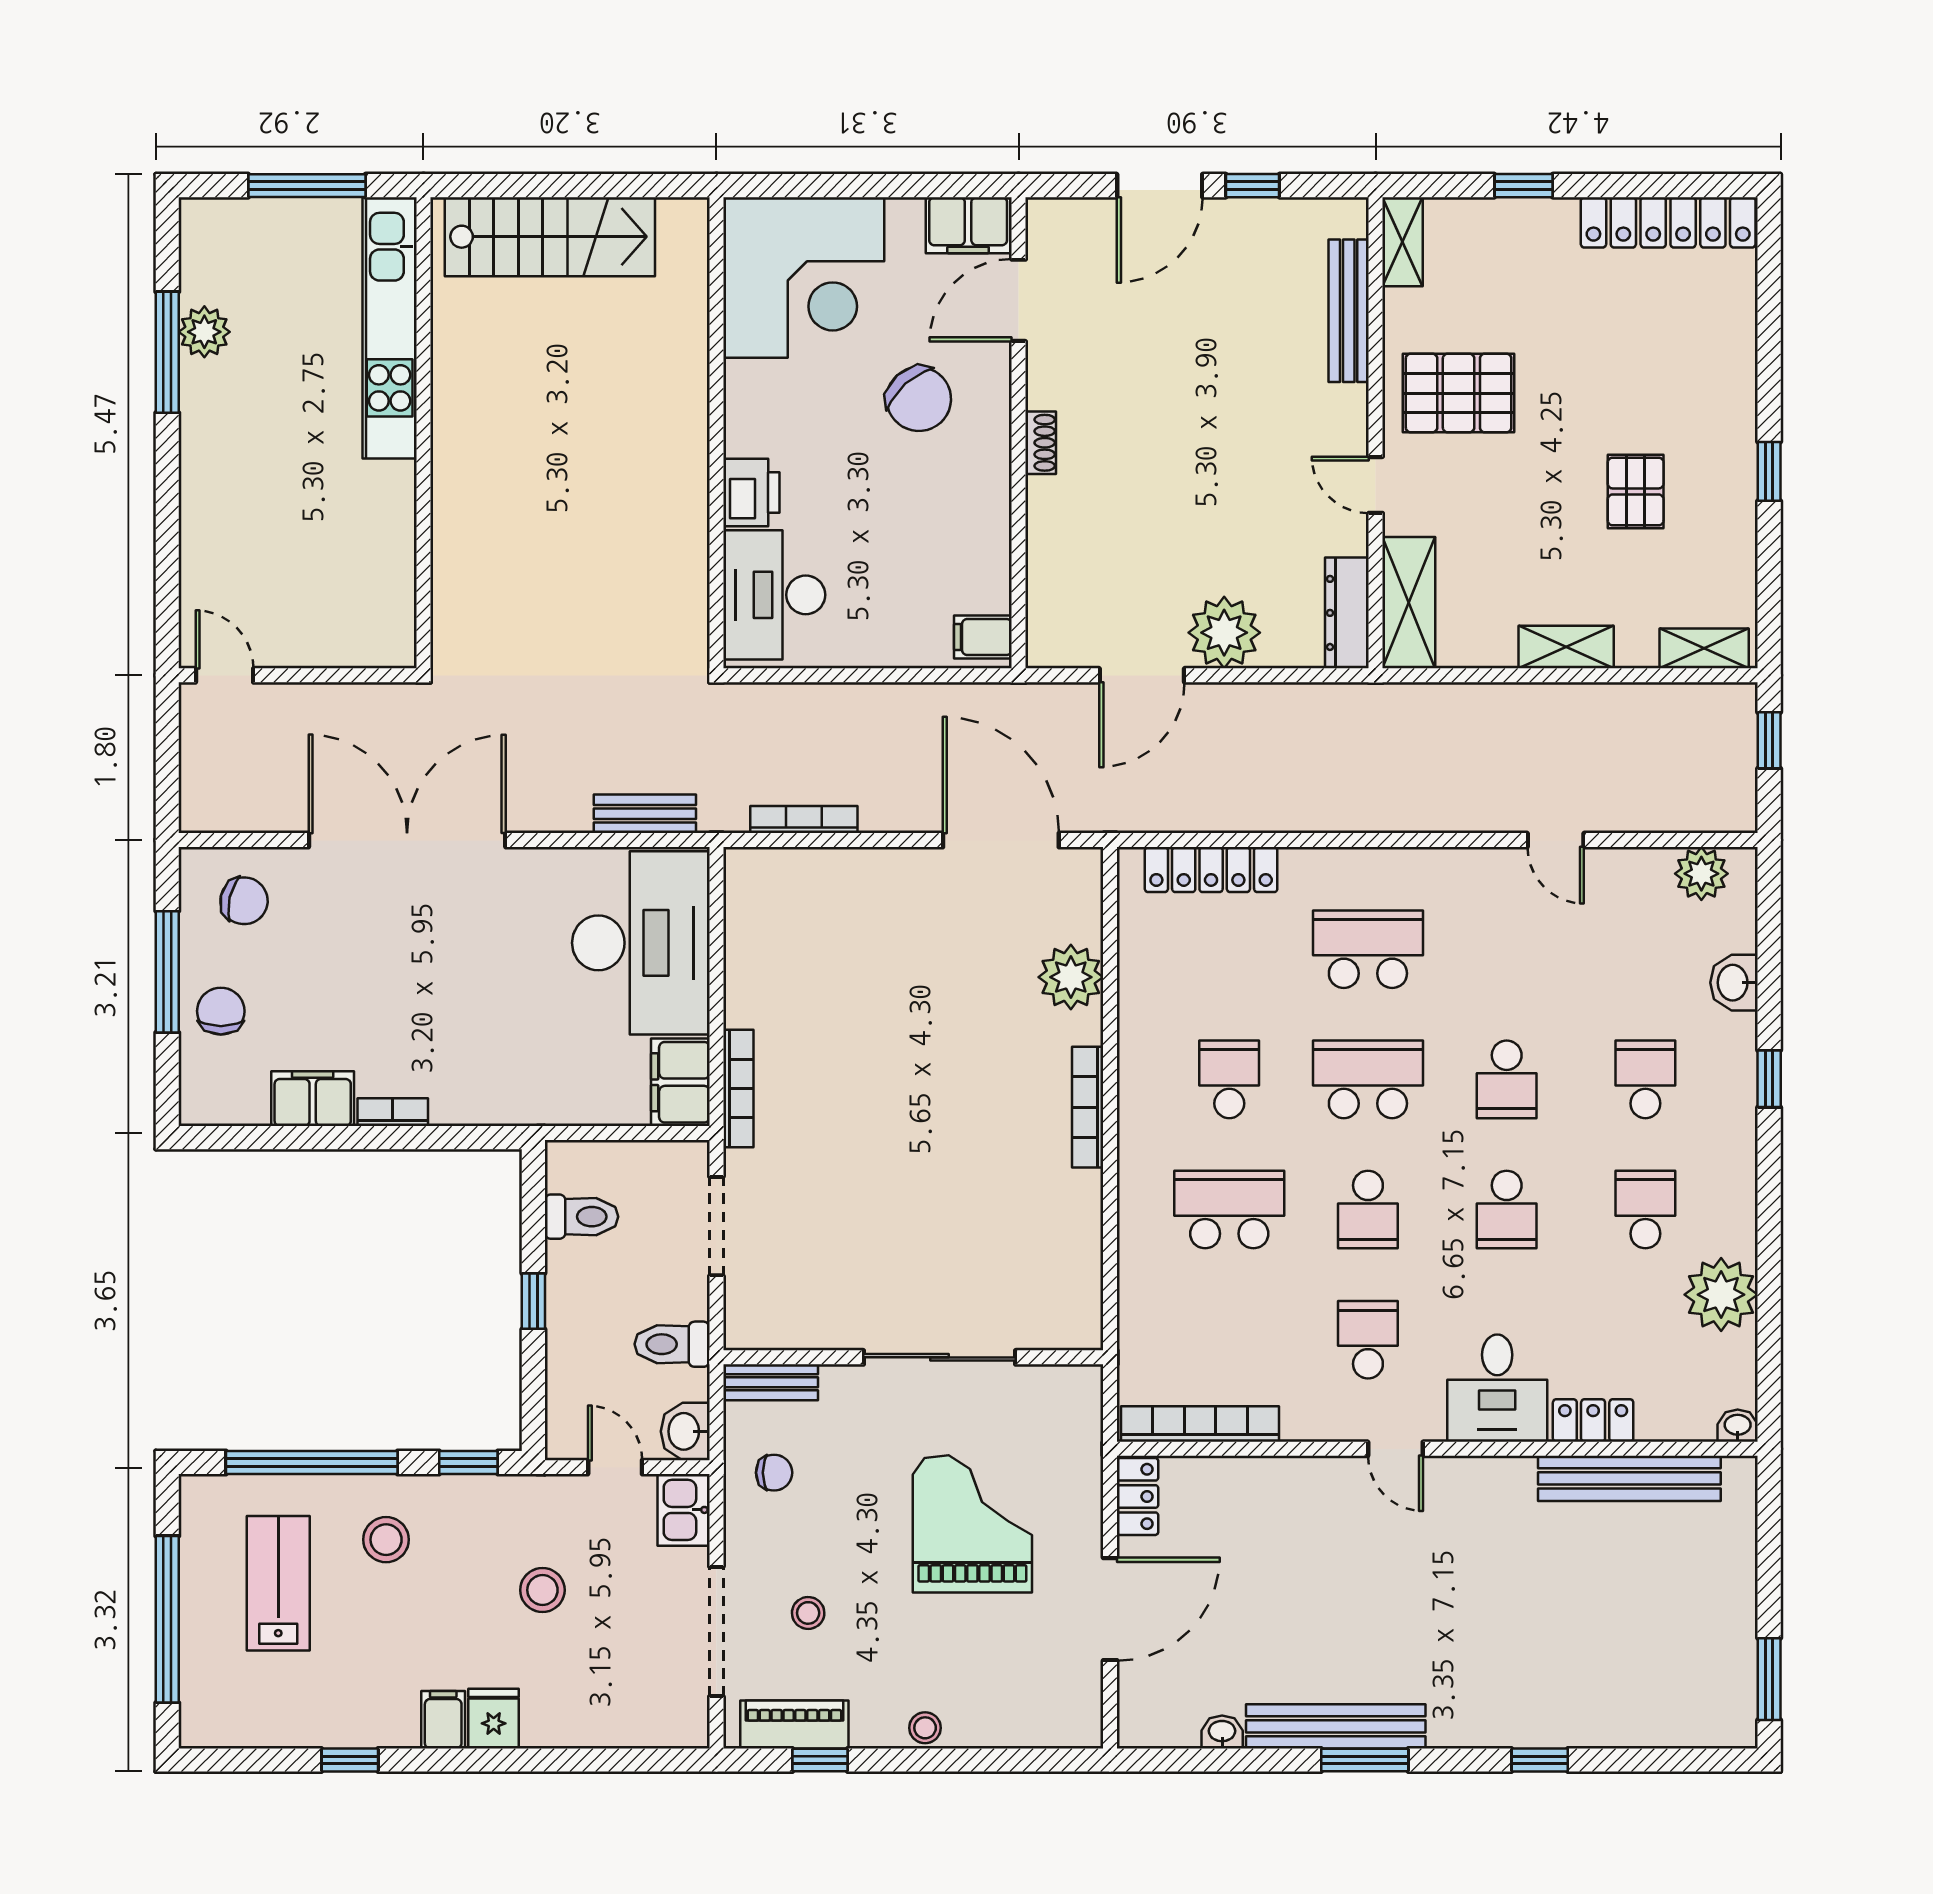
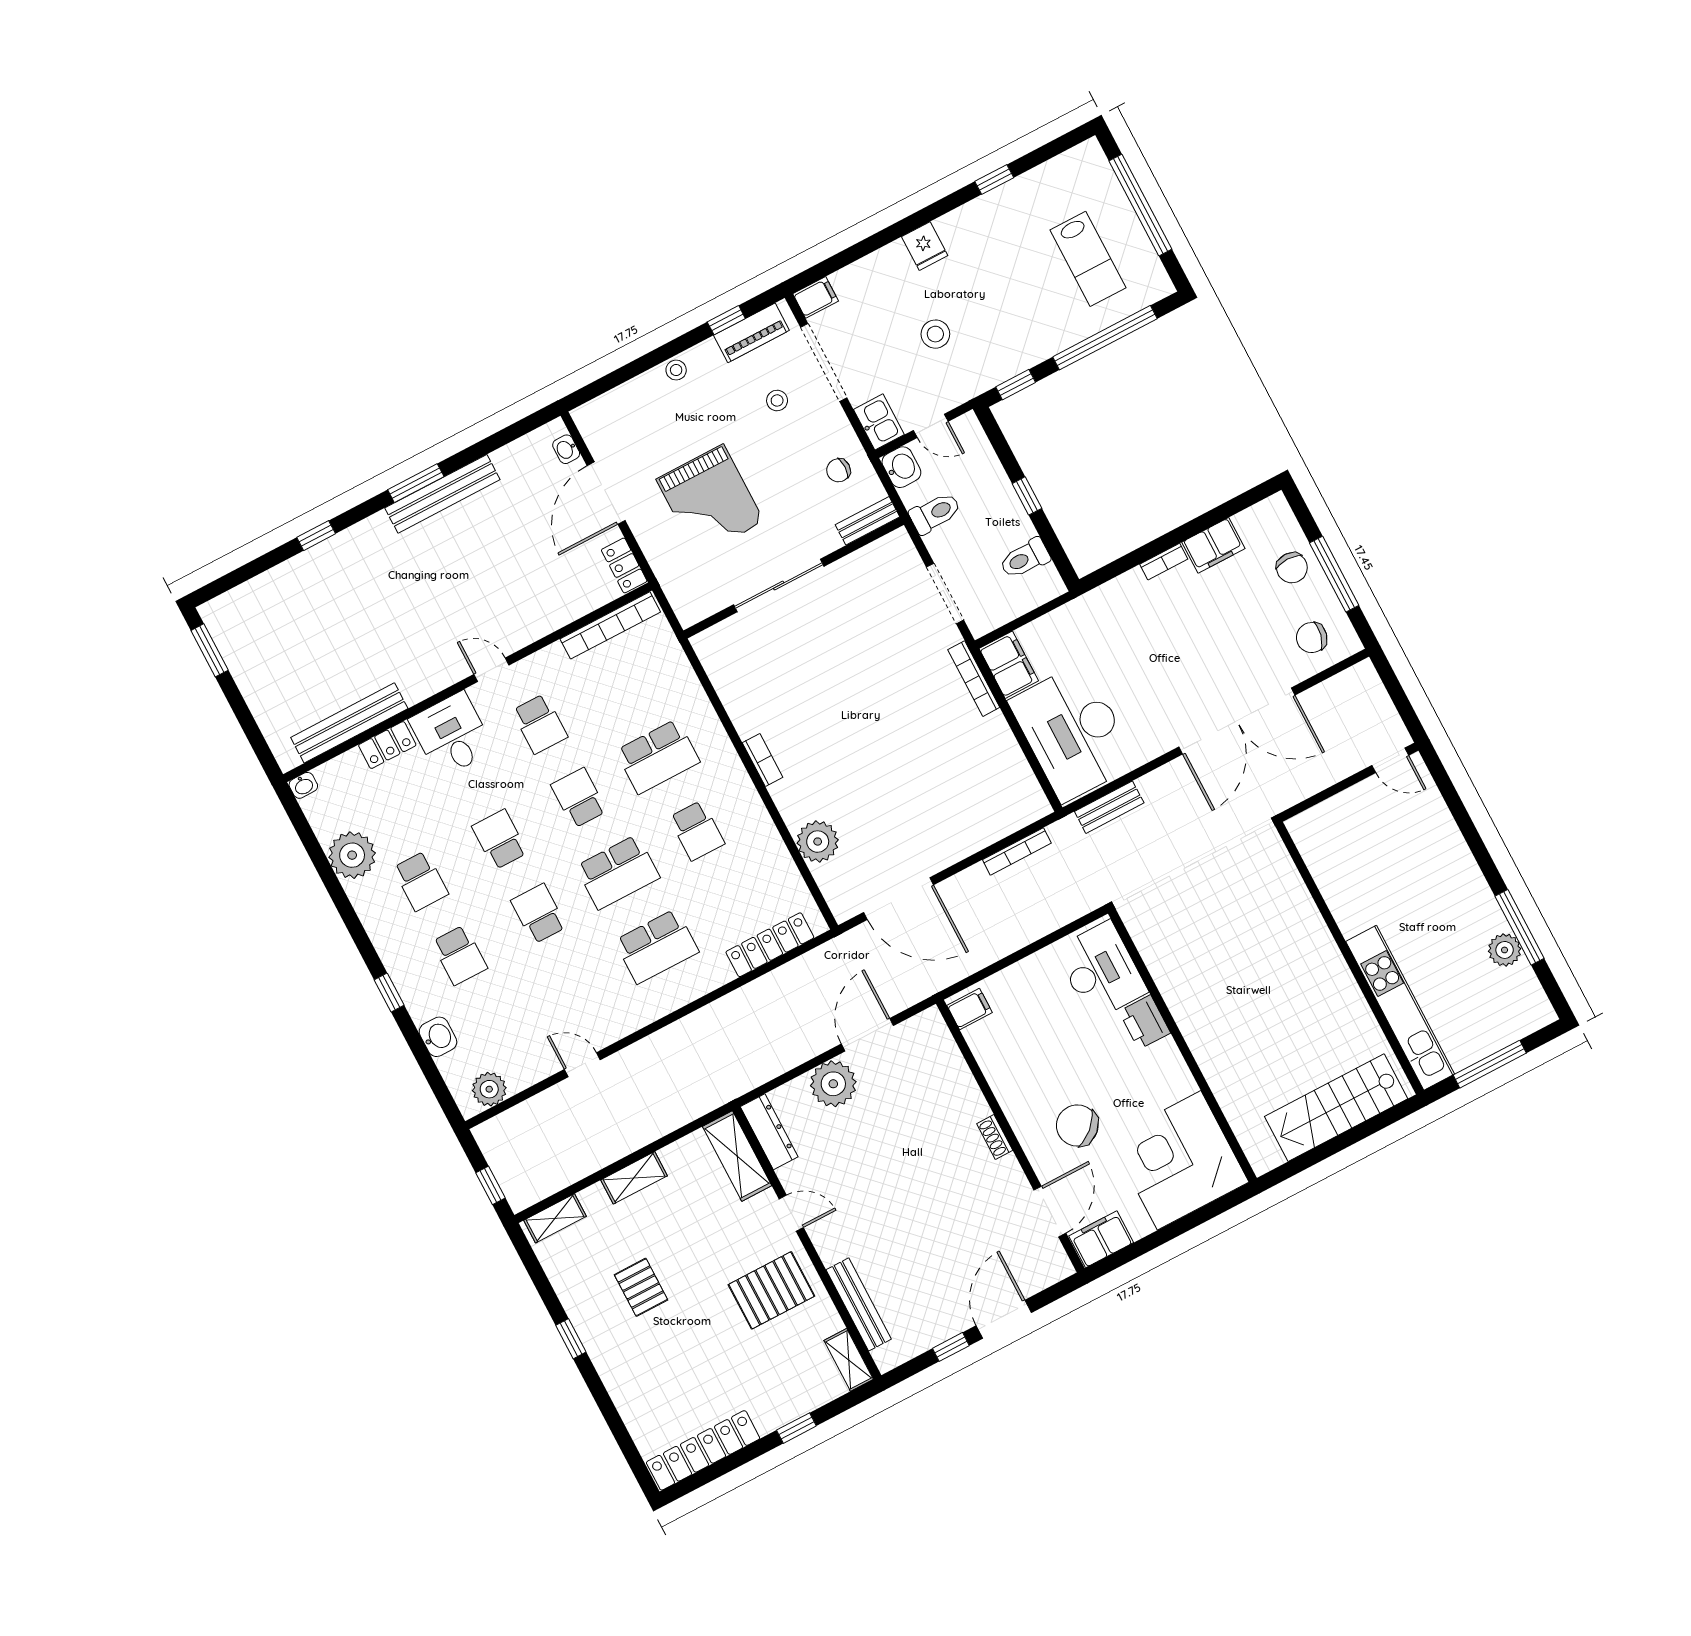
bookcase: (1088, 1107) -> (763, 760), width x0.64
stool: (386, 1540) -> (1040, 316), removed
filing cabinet: (443, 1720) -> (816, 297), moved, turned -90
washbasin: (1222, 1732) -> (566, 449), moved, turned 90

